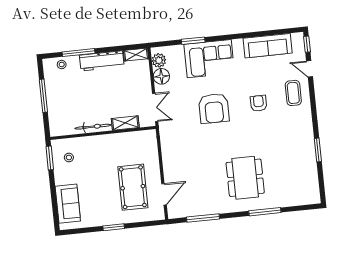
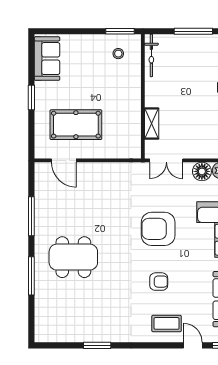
door: (310, 69) -> (193, 345), hinge flipped
bicycle: (93, 127) -> (151, 55), moved
sofa: (68, 204) -> (47, 59), moved, turned -90
window: (203, 218) -> (31, 216), moved

